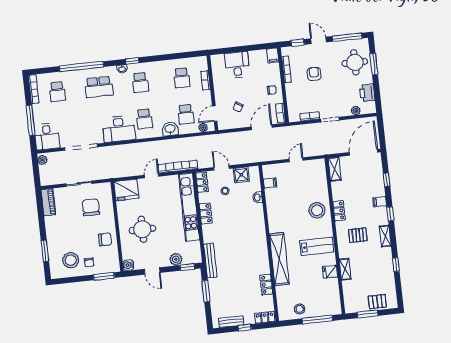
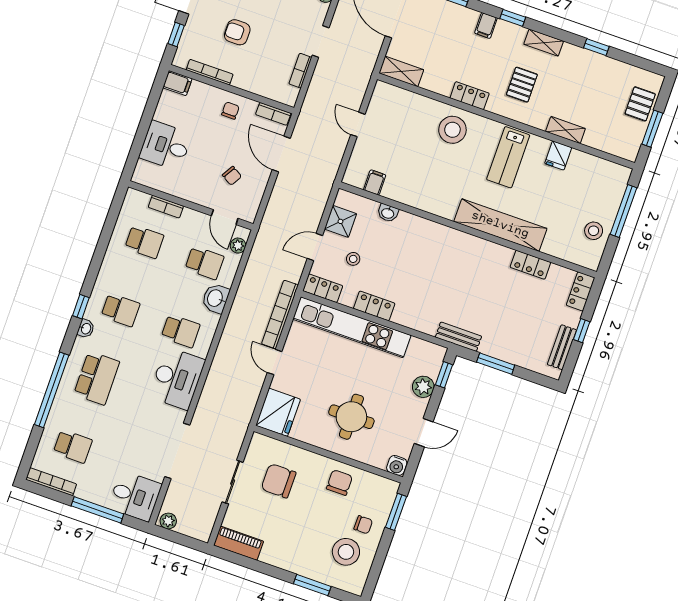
lab bench: (317, 246) -> (508, 157), turned 180
bench: (210, 261) -> (458, 337), width x0.73

